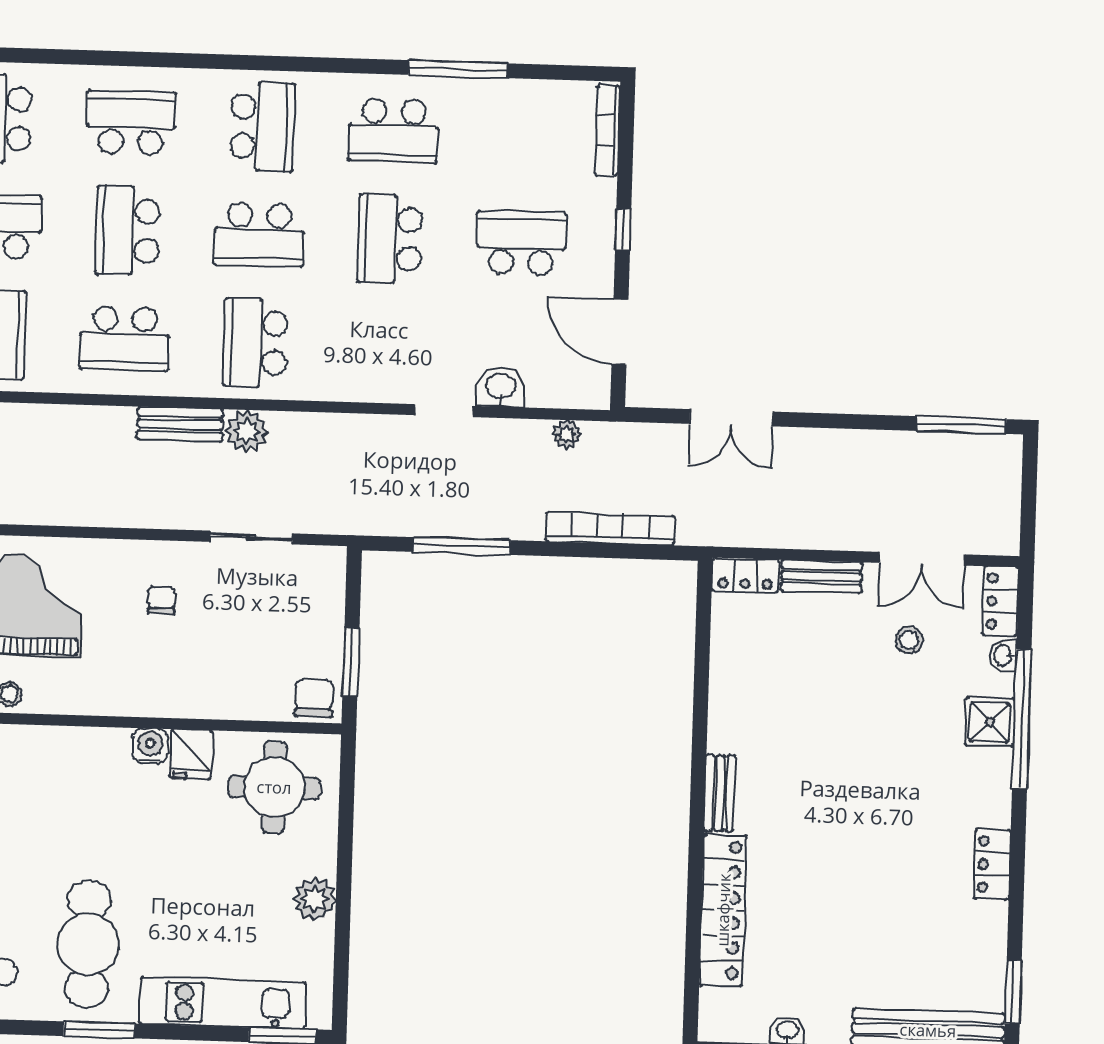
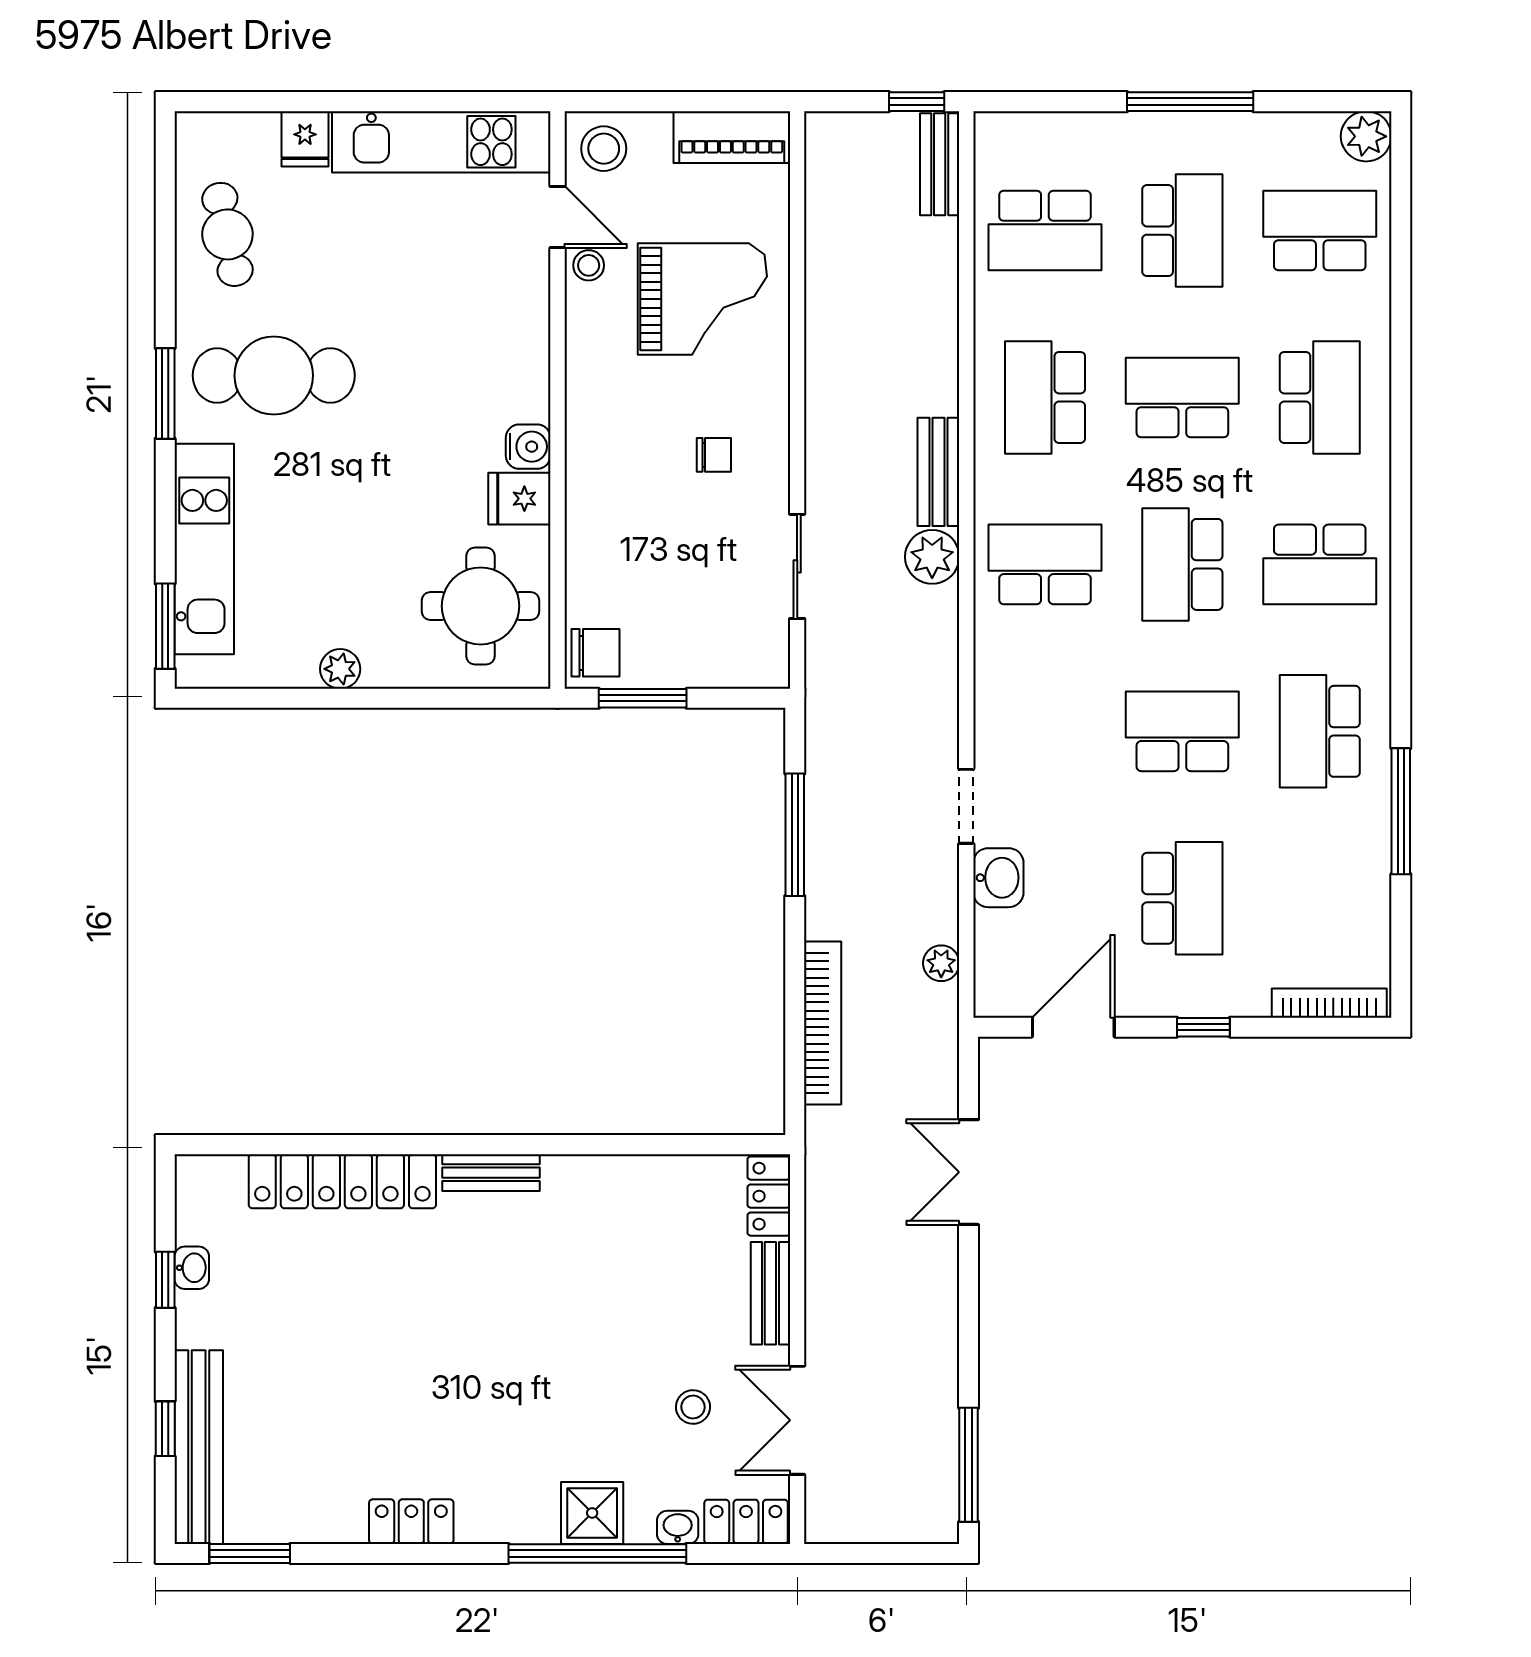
plant: (314, 899) -> (340, 669), width x0.73, depth x0.73

